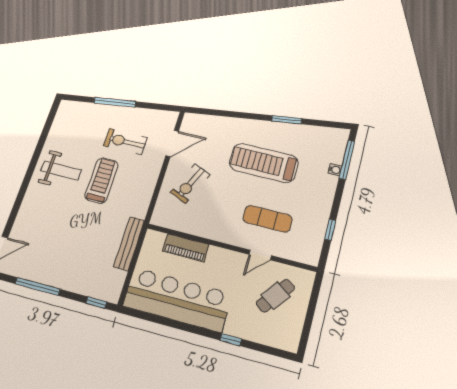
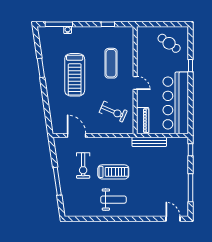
weight bench: (61, 171) -> (114, 200), turned 90
treadmill: (102, 180) -> (113, 172), turned 180
exercise bike: (190, 183) -> (113, 112), moved
piano: (186, 248) -> (143, 121), moved
door: (260, 255) -> (135, 83), moved
cafe table: (275, 296) -> (169, 43), moved

